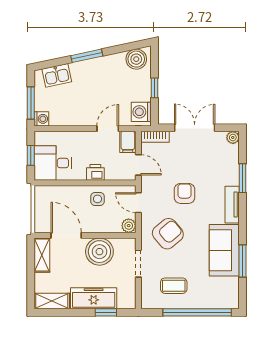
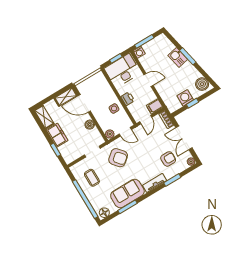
kitchen sink: (57, 75) -> (178, 57), moved
washing machine: (141, 112) -> (185, 98), moved
double door: (195, 128) -> (184, 138), swing flipped
door: (108, 129) -> (149, 80), moved
desk: (53, 163) -> (122, 71), width x1.37
armchair: (185, 193) -> (168, 159), moved
door: (138, 203) -> (125, 132), swing flipped
door: (66, 235) -> (84, 103), swing flipped
boiler: (99, 252) -> (90, 125), width x0.54, depth x0.54
floor lamp: (231, 297) -> (104, 213), added
freezer: (94, 298) -> (57, 135), width x0.71

